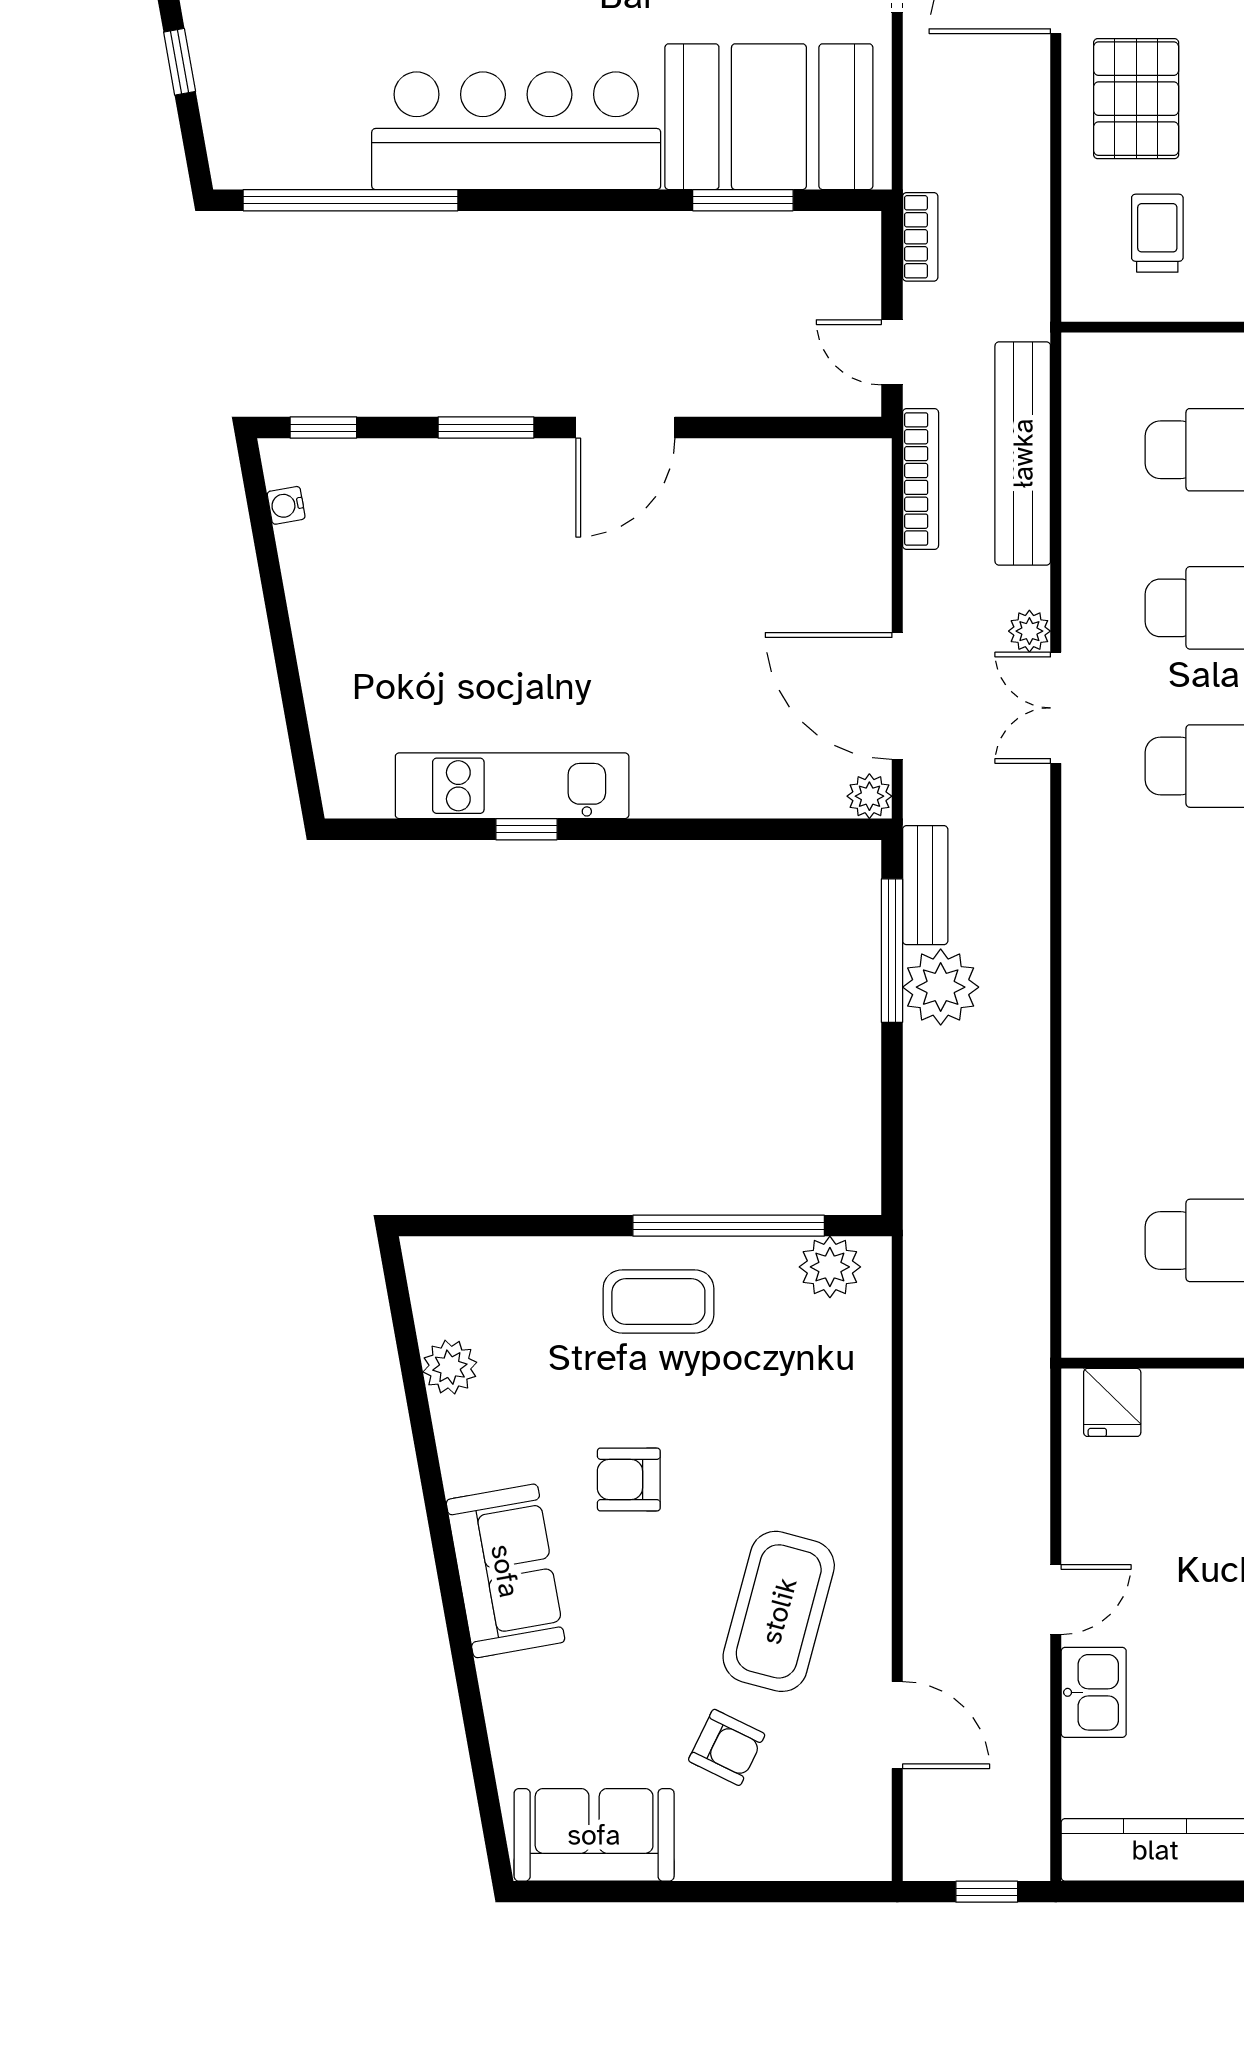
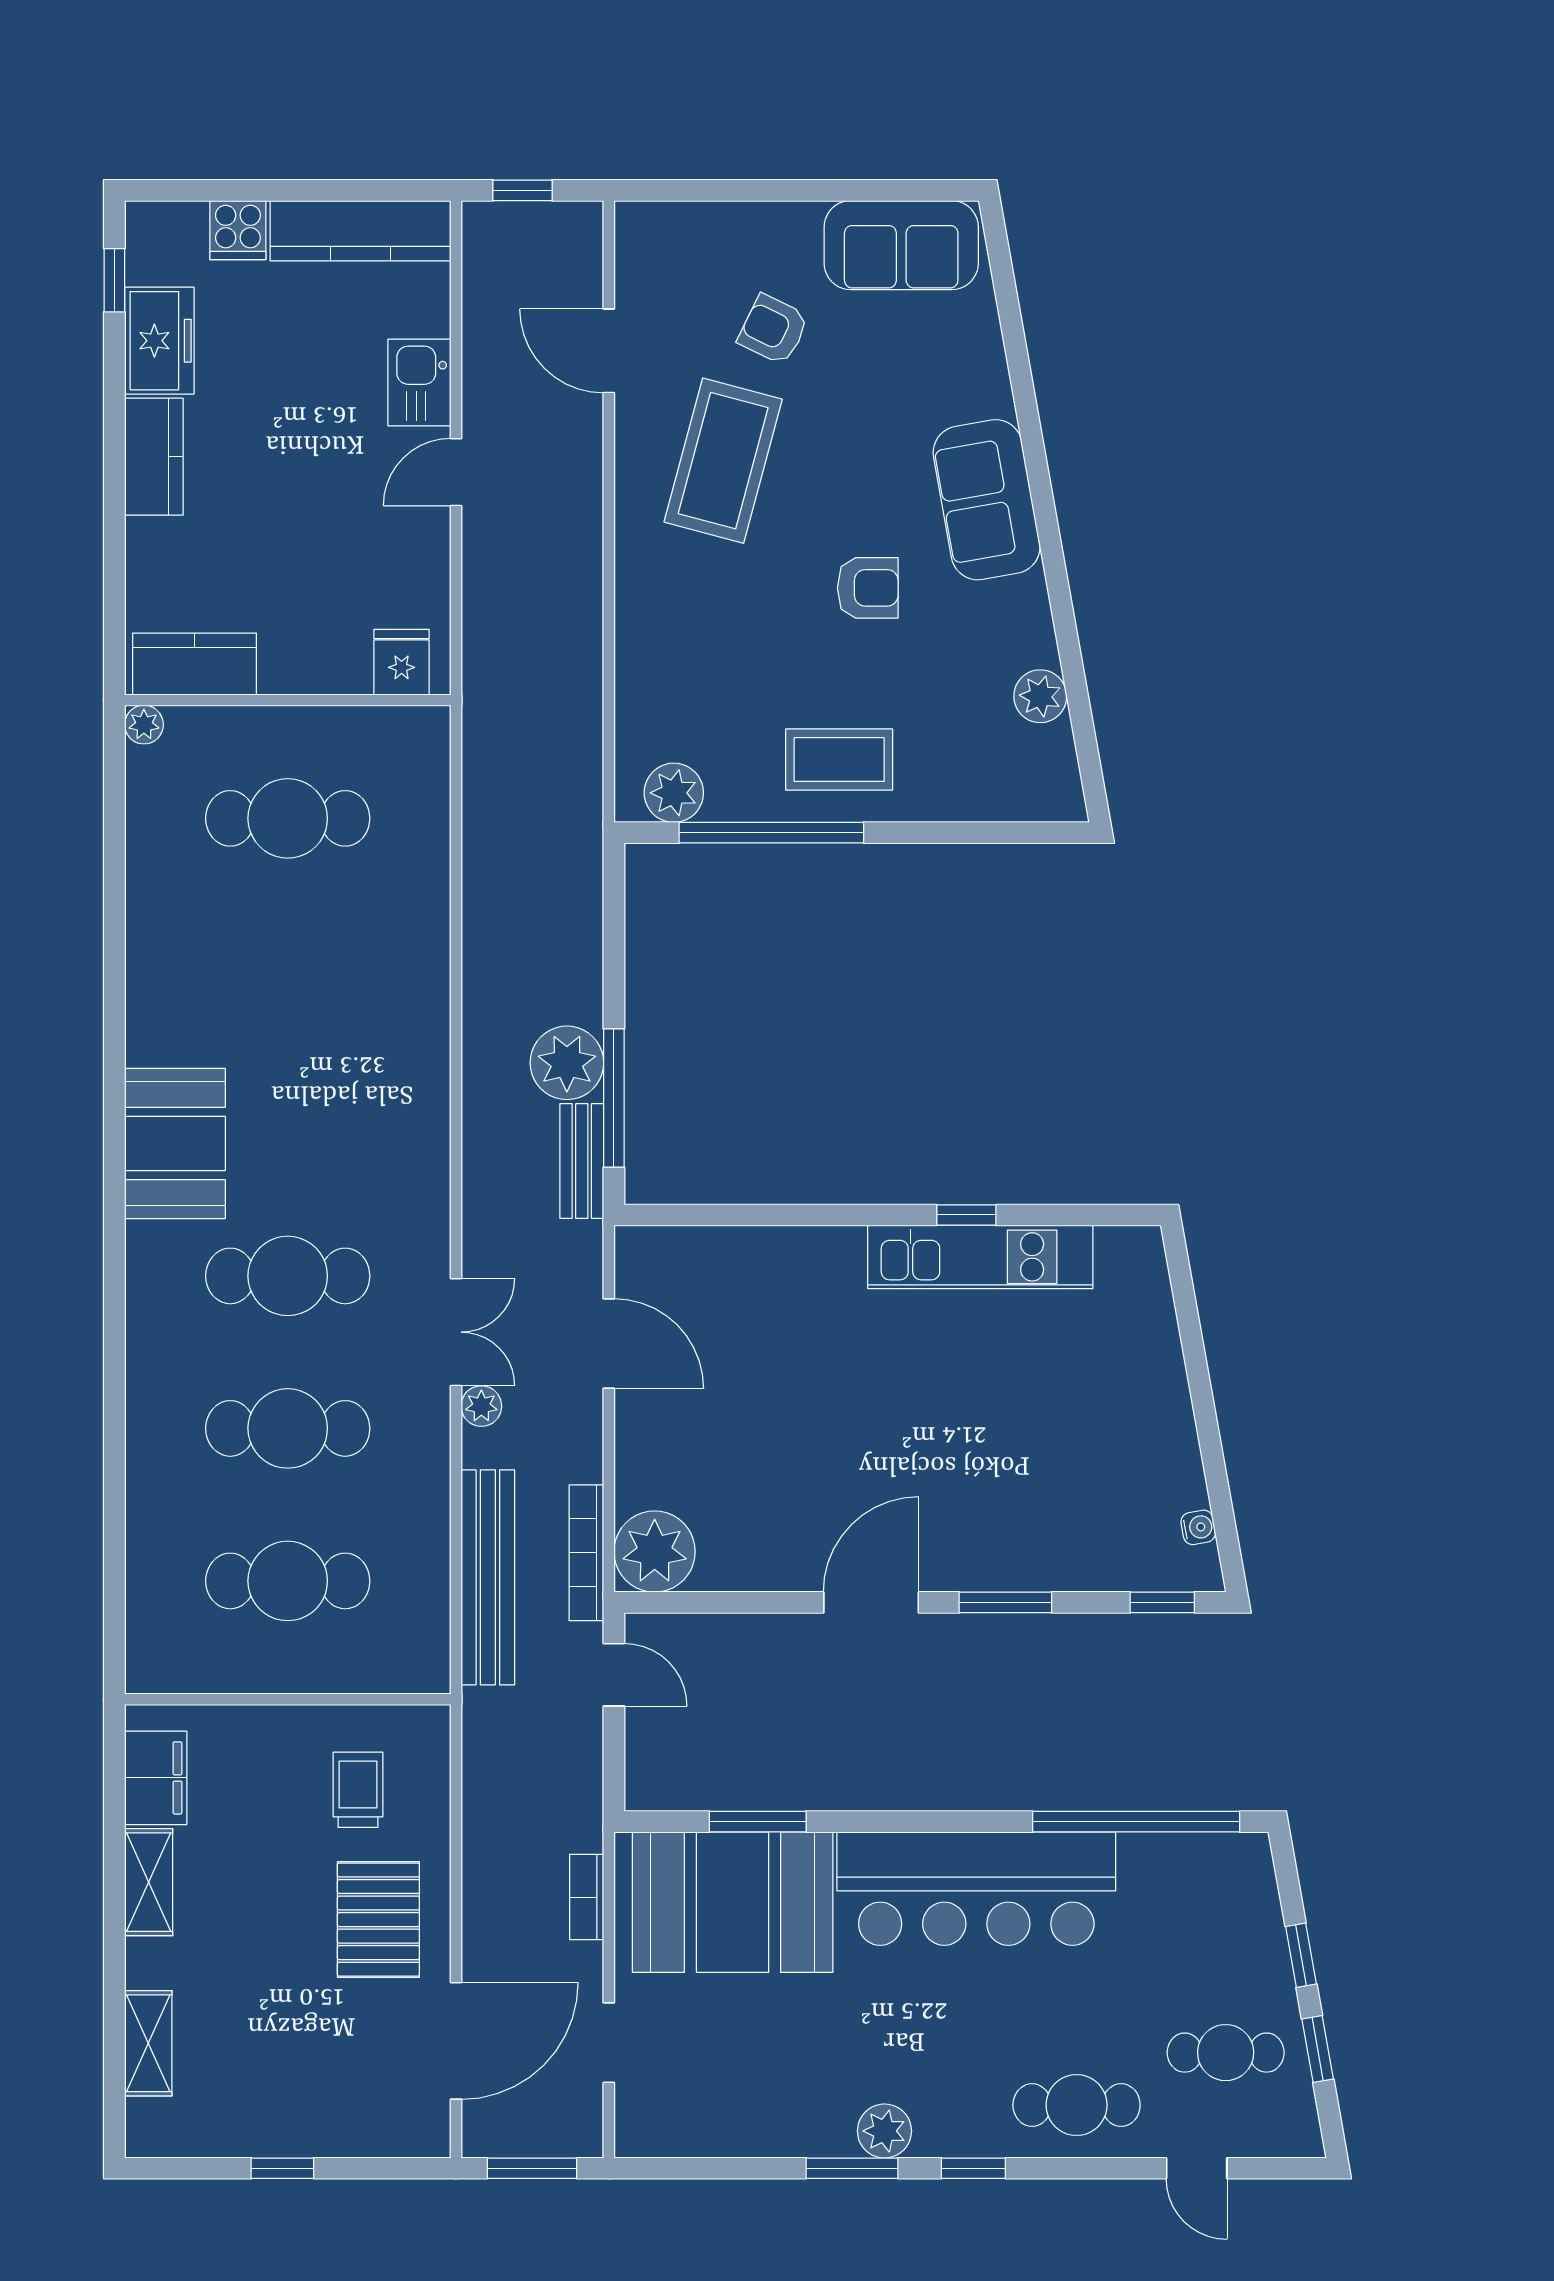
trolley: (1157, 233) -> (358, 1790), turned 180
bookcase: (920, 237) -> (587, 1897), moved
door: (897, 696) -> (609, 1344), width x0.73
plant: (869, 796) -> (655, 1552), moved, width x1.87, depth x1.87

